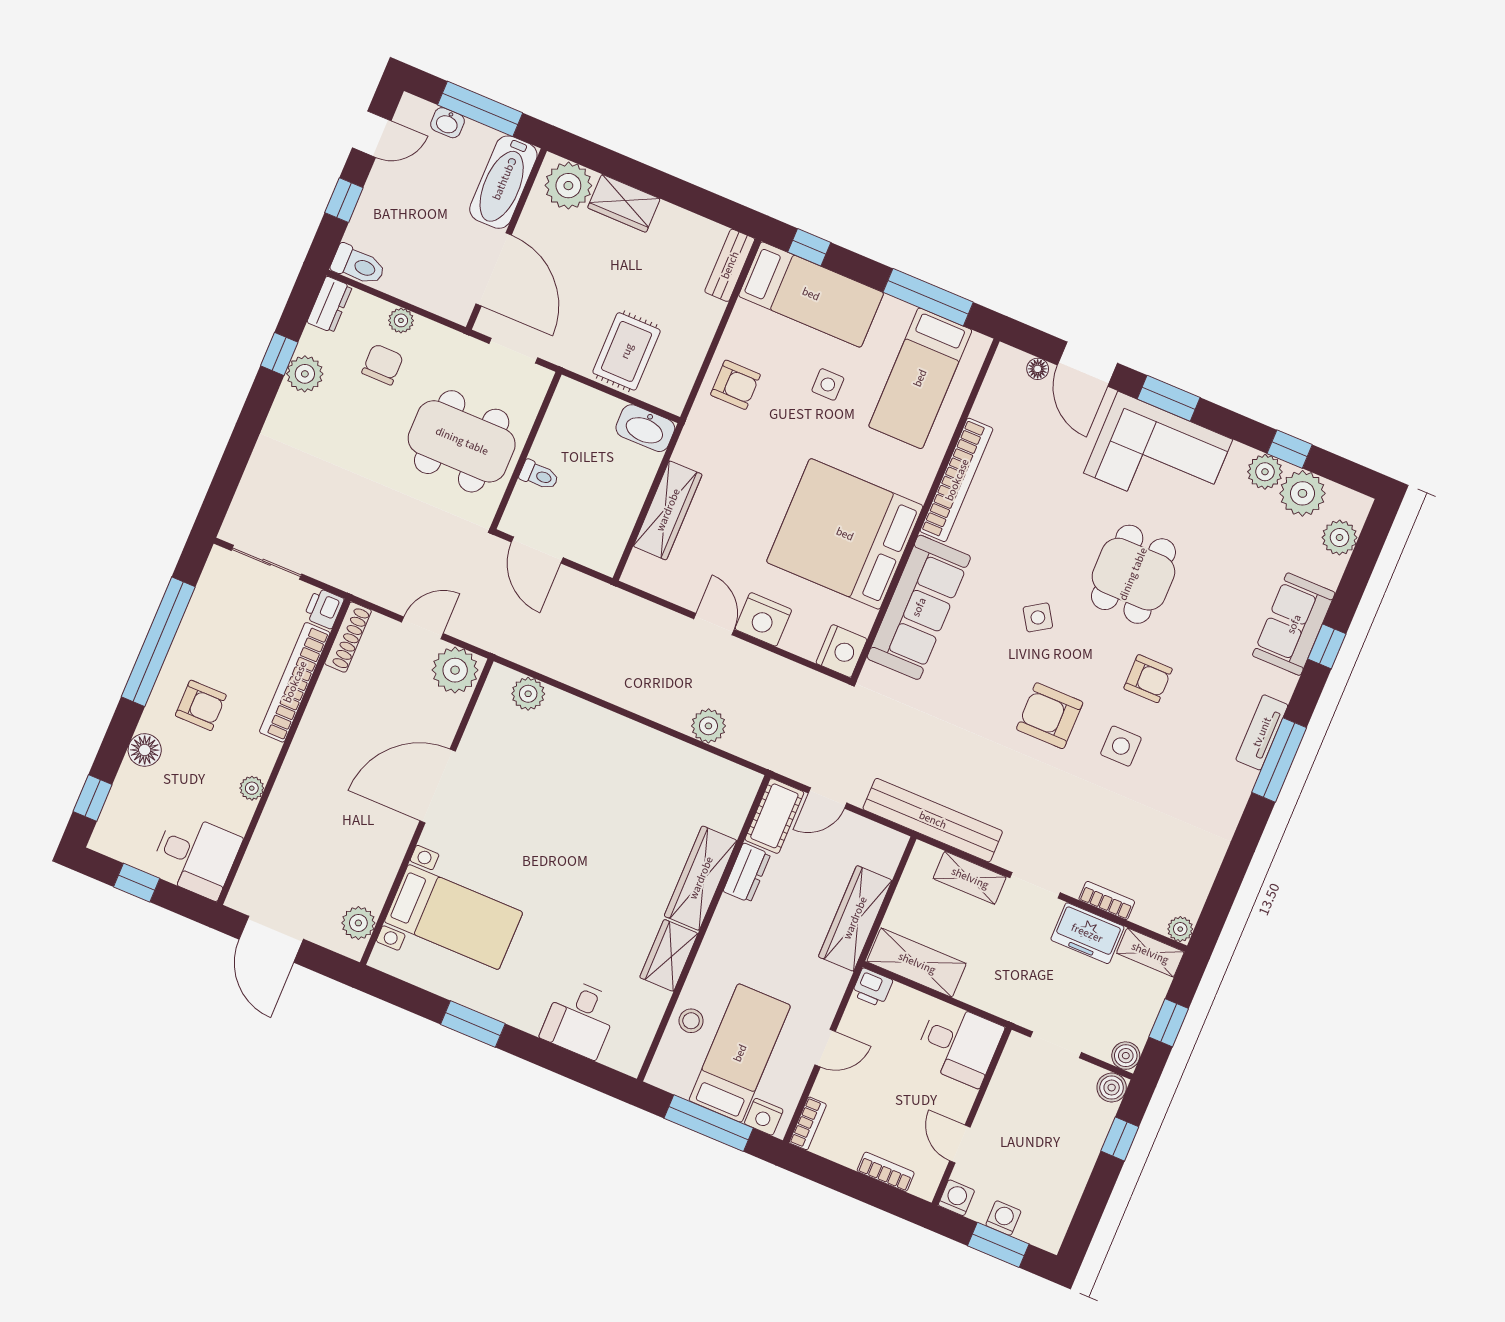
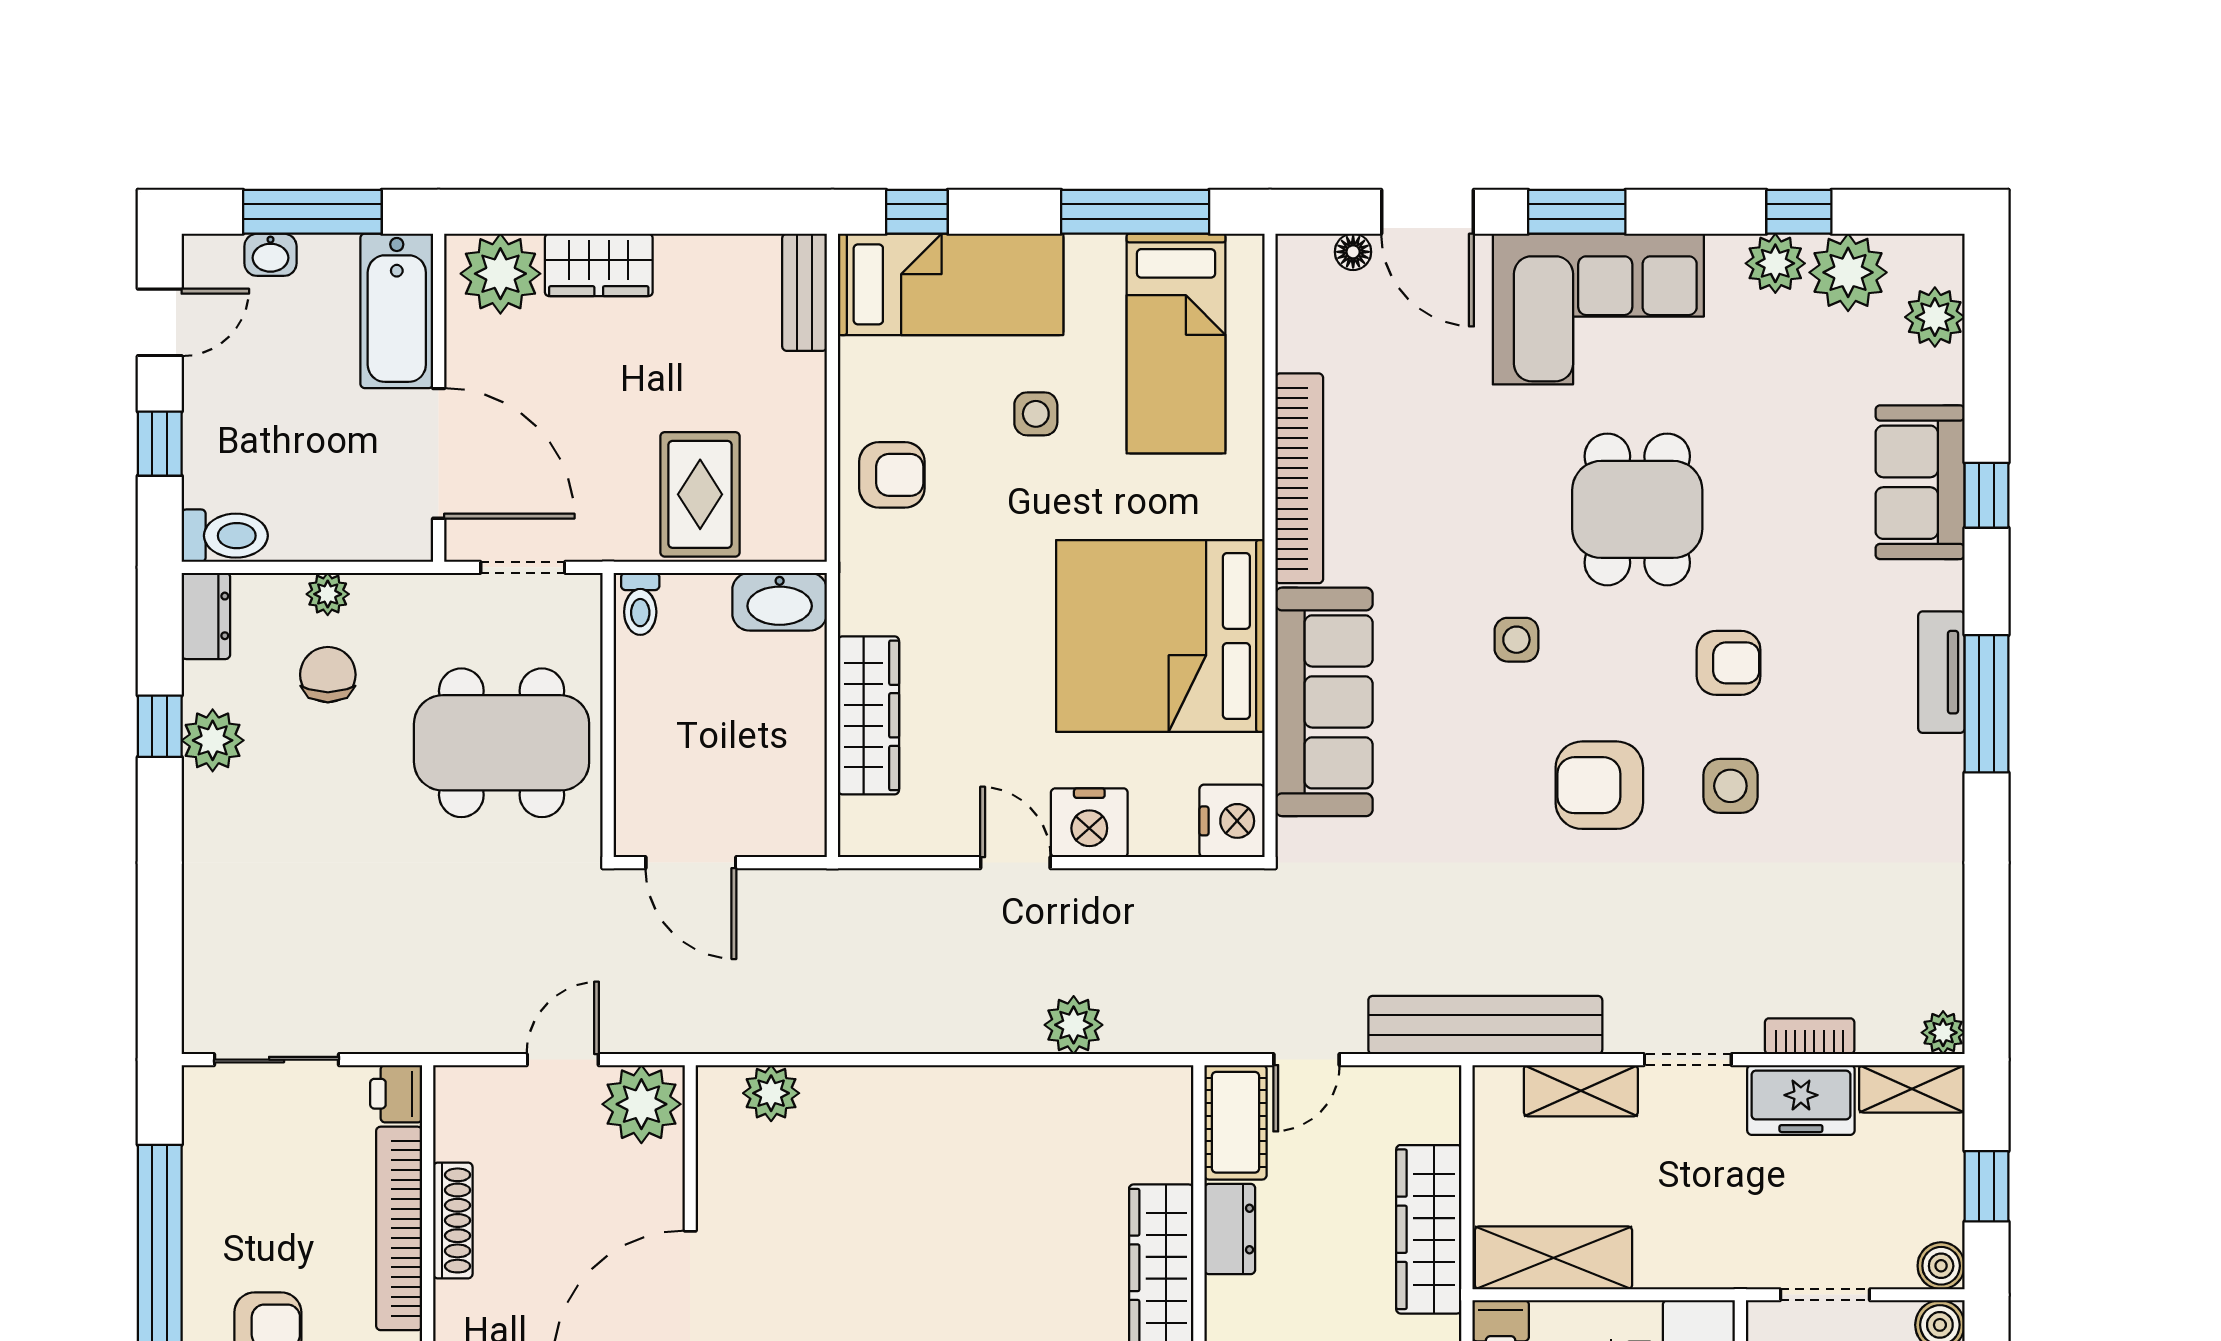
toilet: (539, 475) -> (640, 604), moved, turned 90
side table: (1038, 617) -> (1516, 640), turned 33
shoe rack: (348, 637) -> (453, 1220), moved

